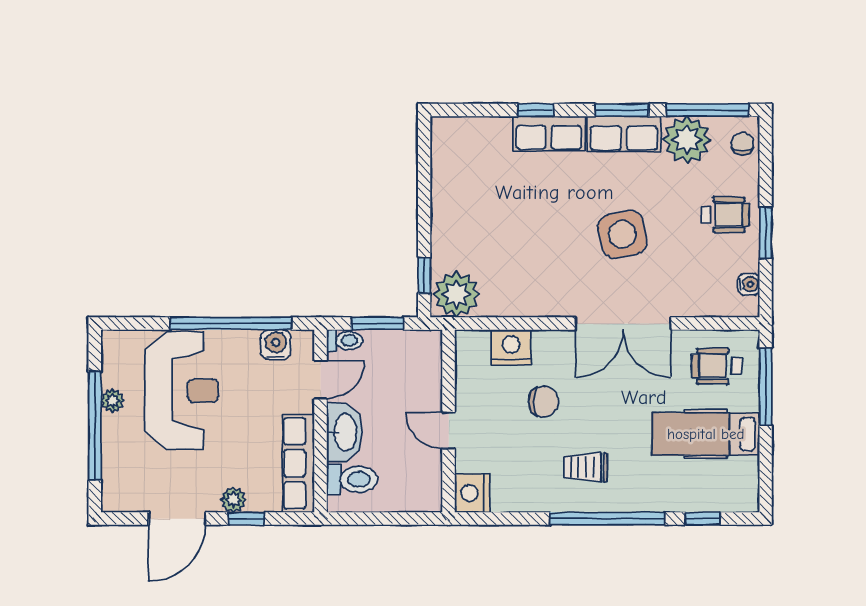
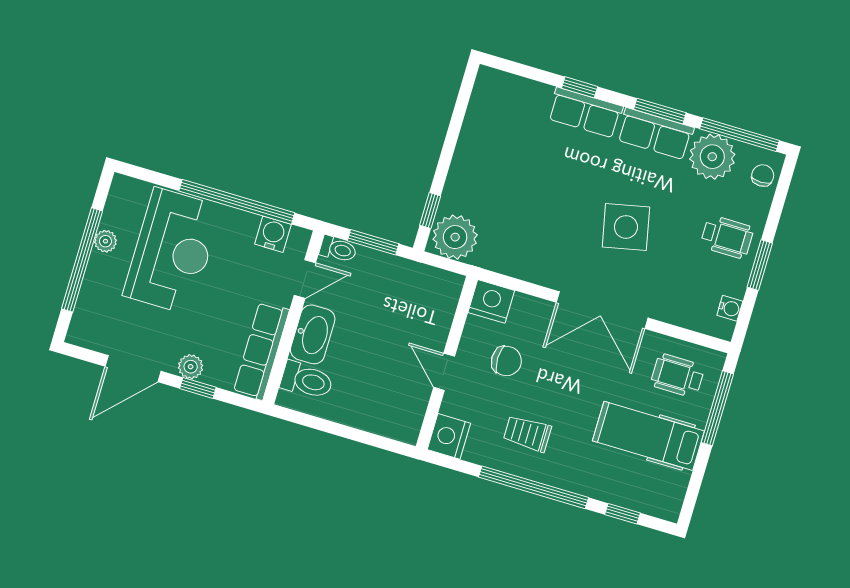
wall: (449, 421) -> (447, 363), moved
door: (449, 431) -> (444, 372), moved
nightstand: (472, 493) -> (449, 436), moved

